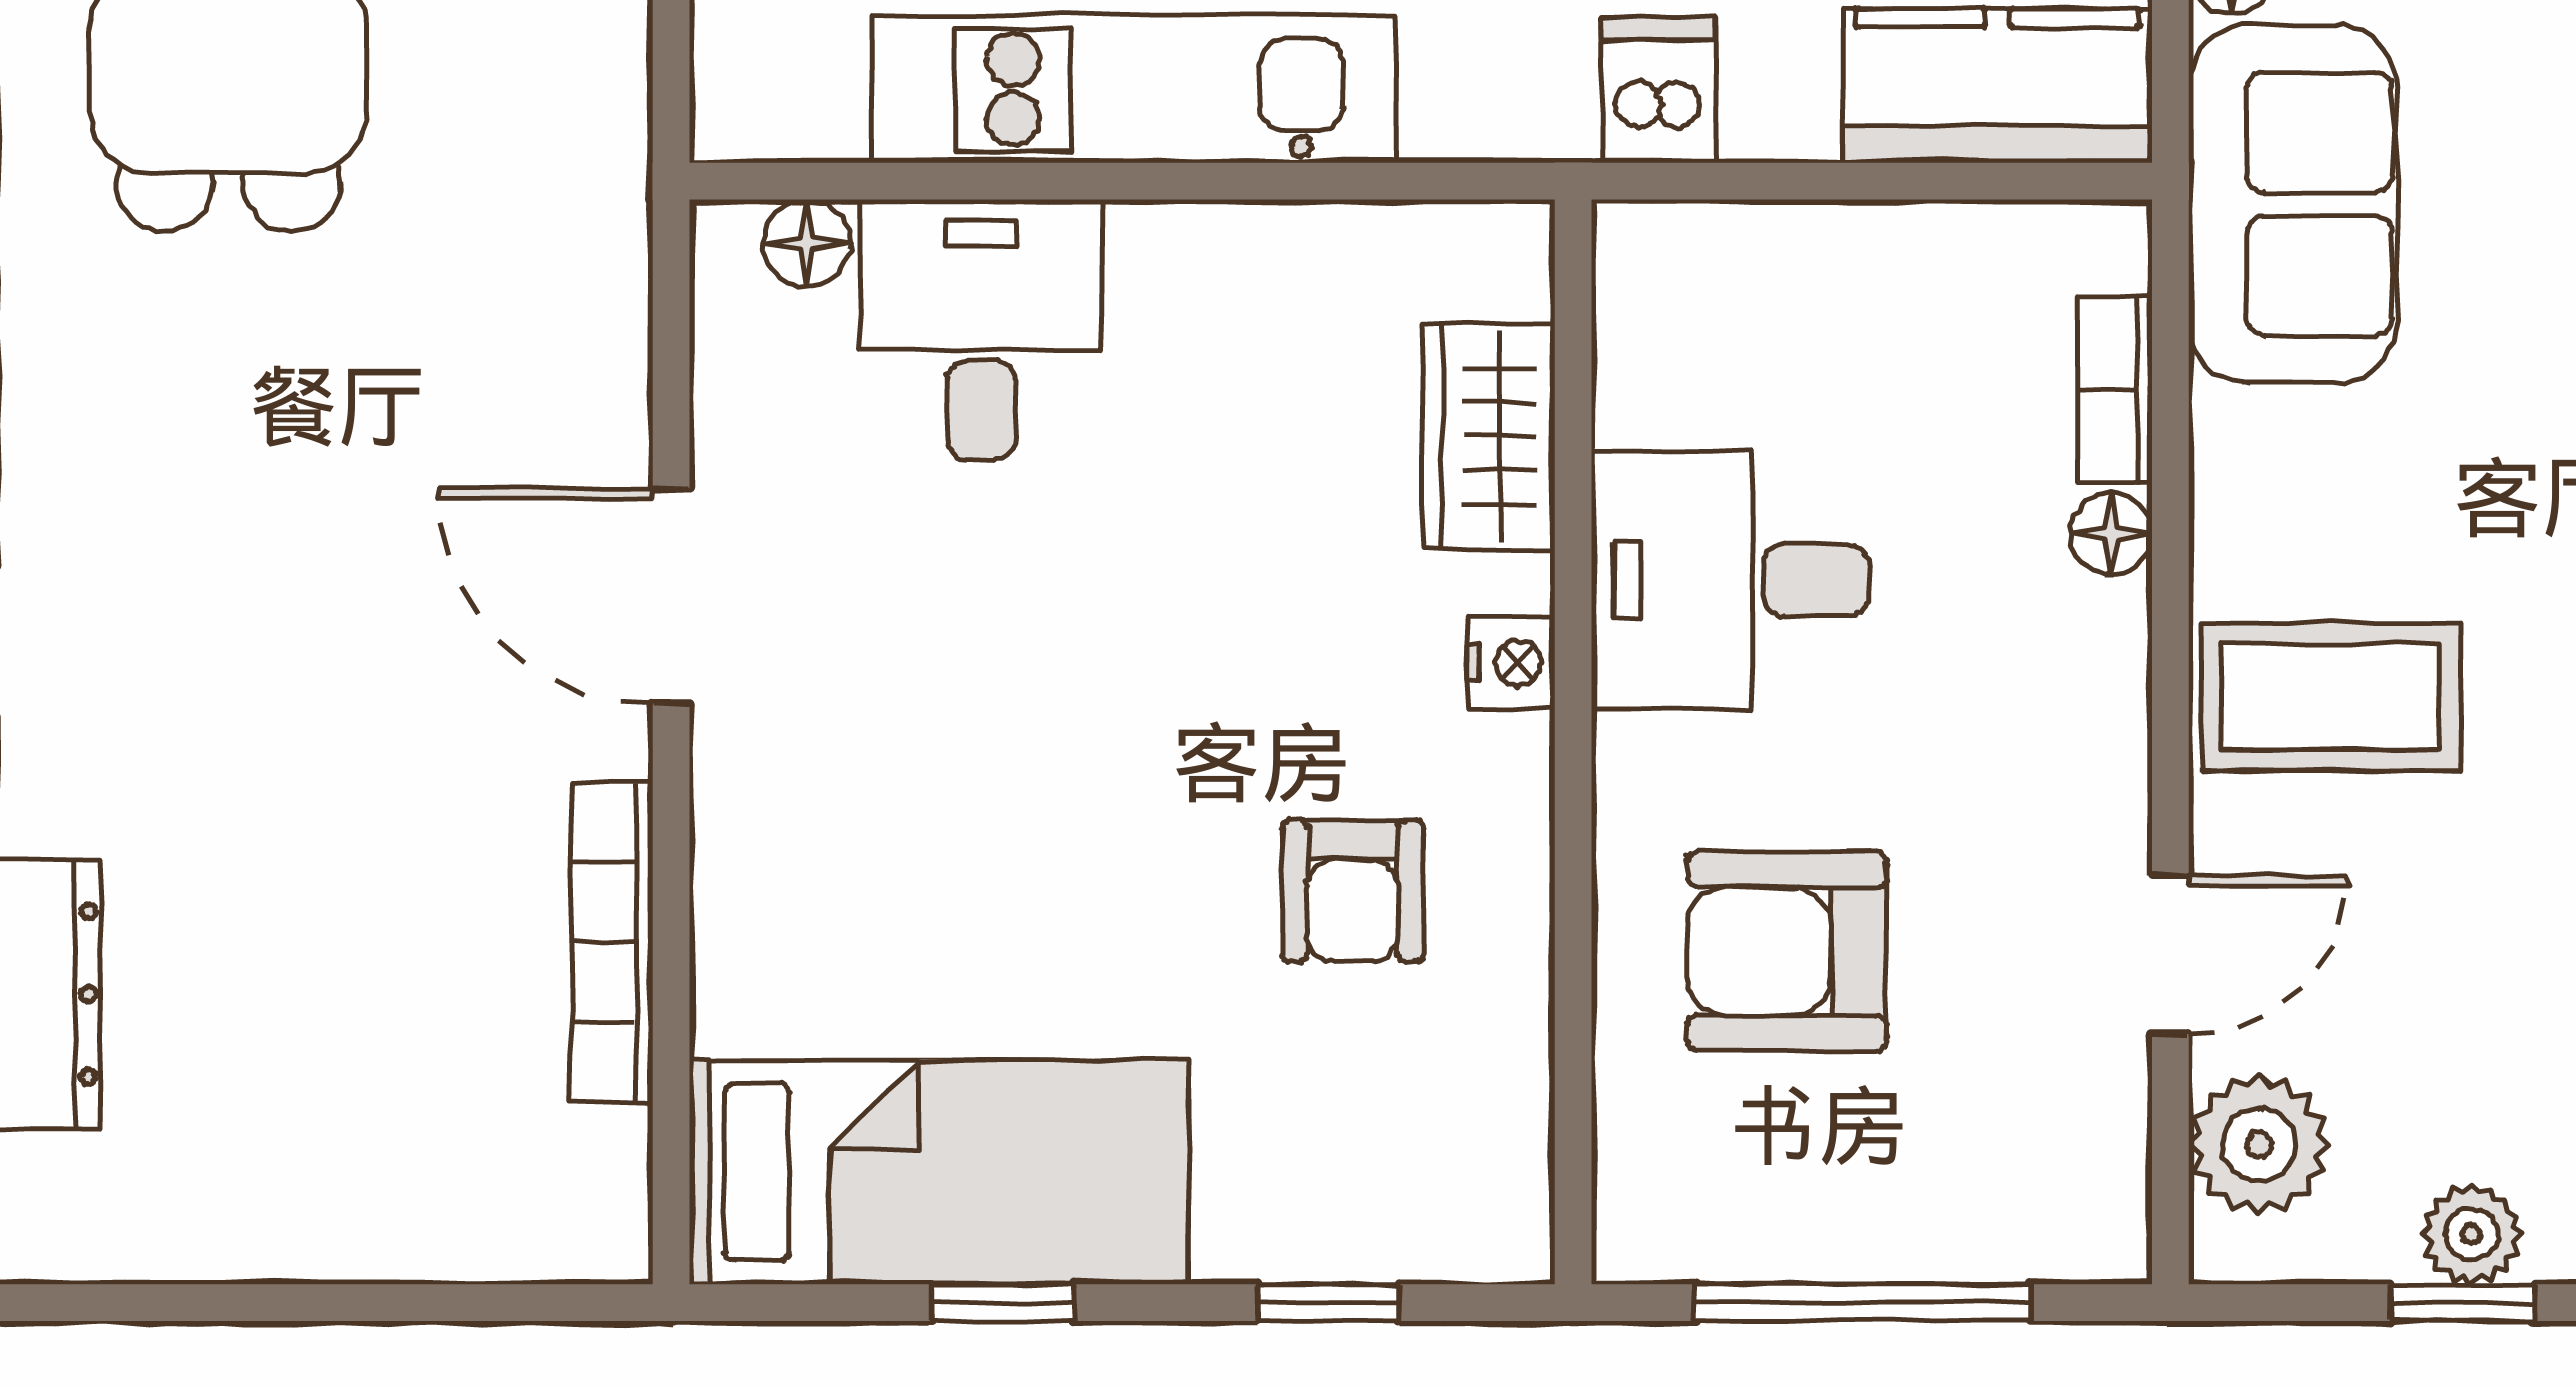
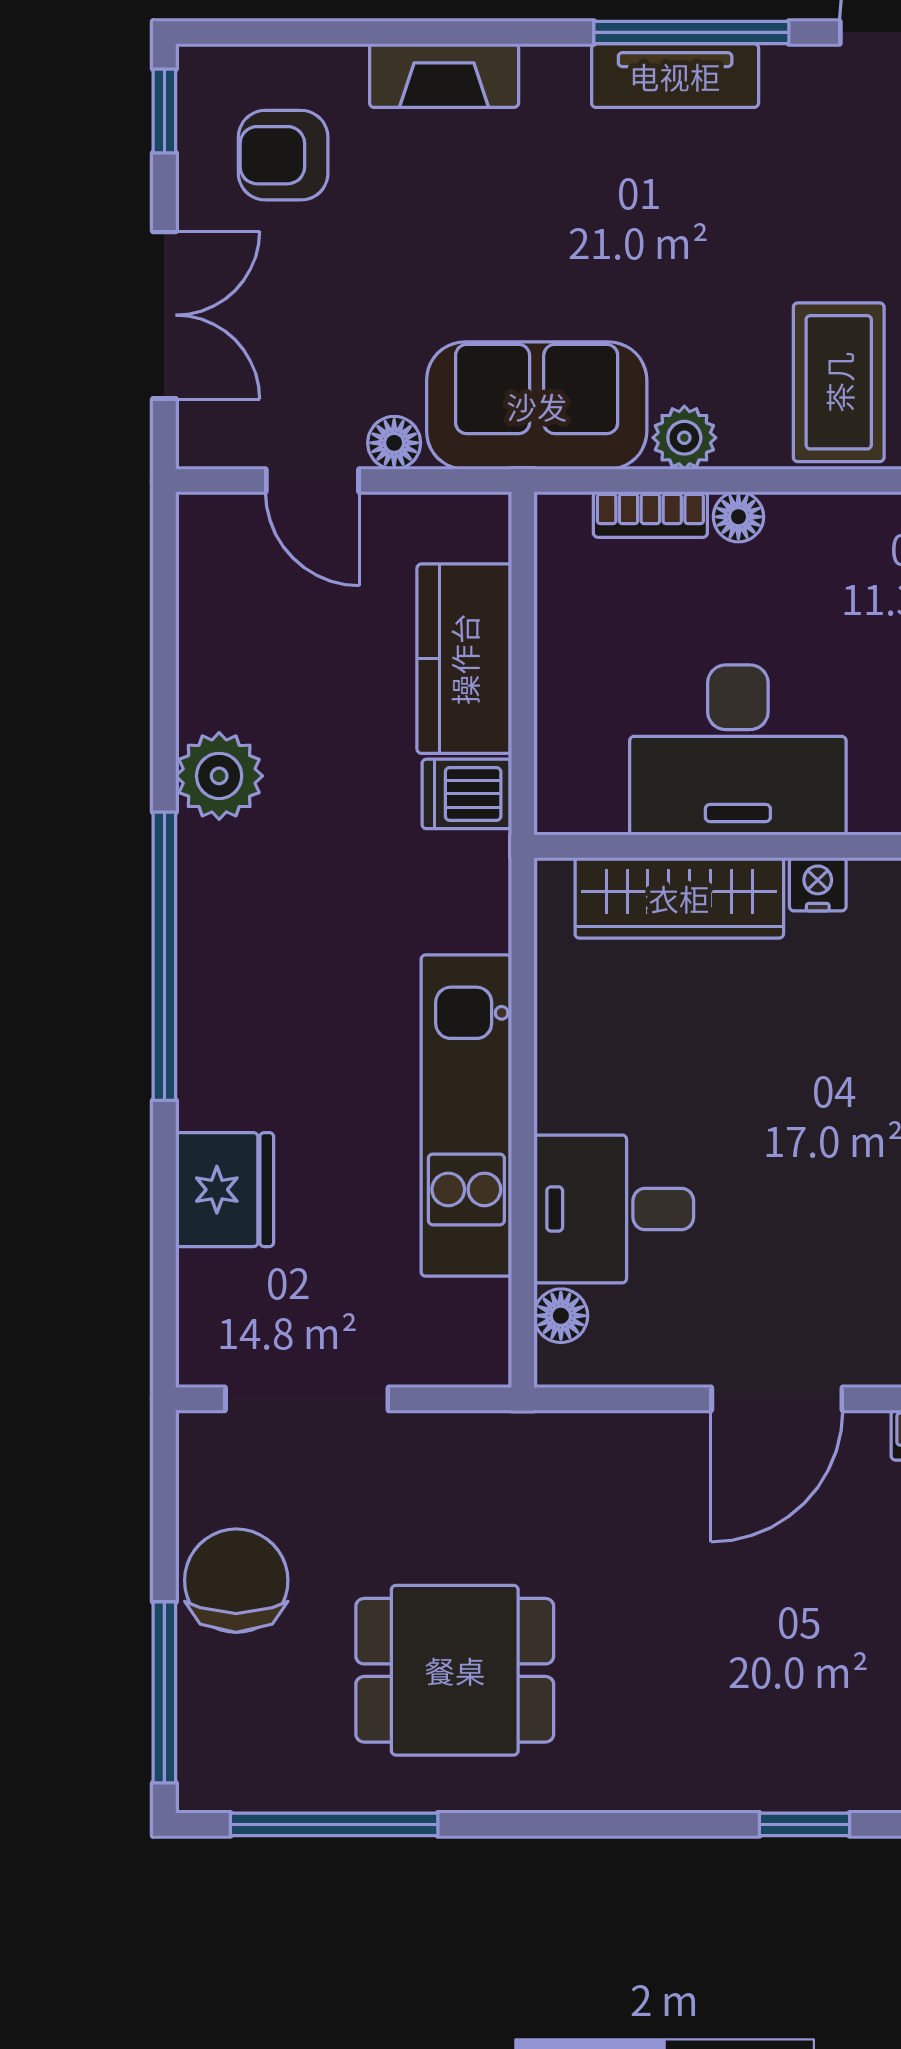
kitchen counter: (1998, 86) -> (464, 659), moved
wardrobe: (1489, 437) -> (679, 898), width x1.50
plant: (2240, 445) -> (684, 438), added
desk: (1730, 580) -> (738, 750), width x1.37

